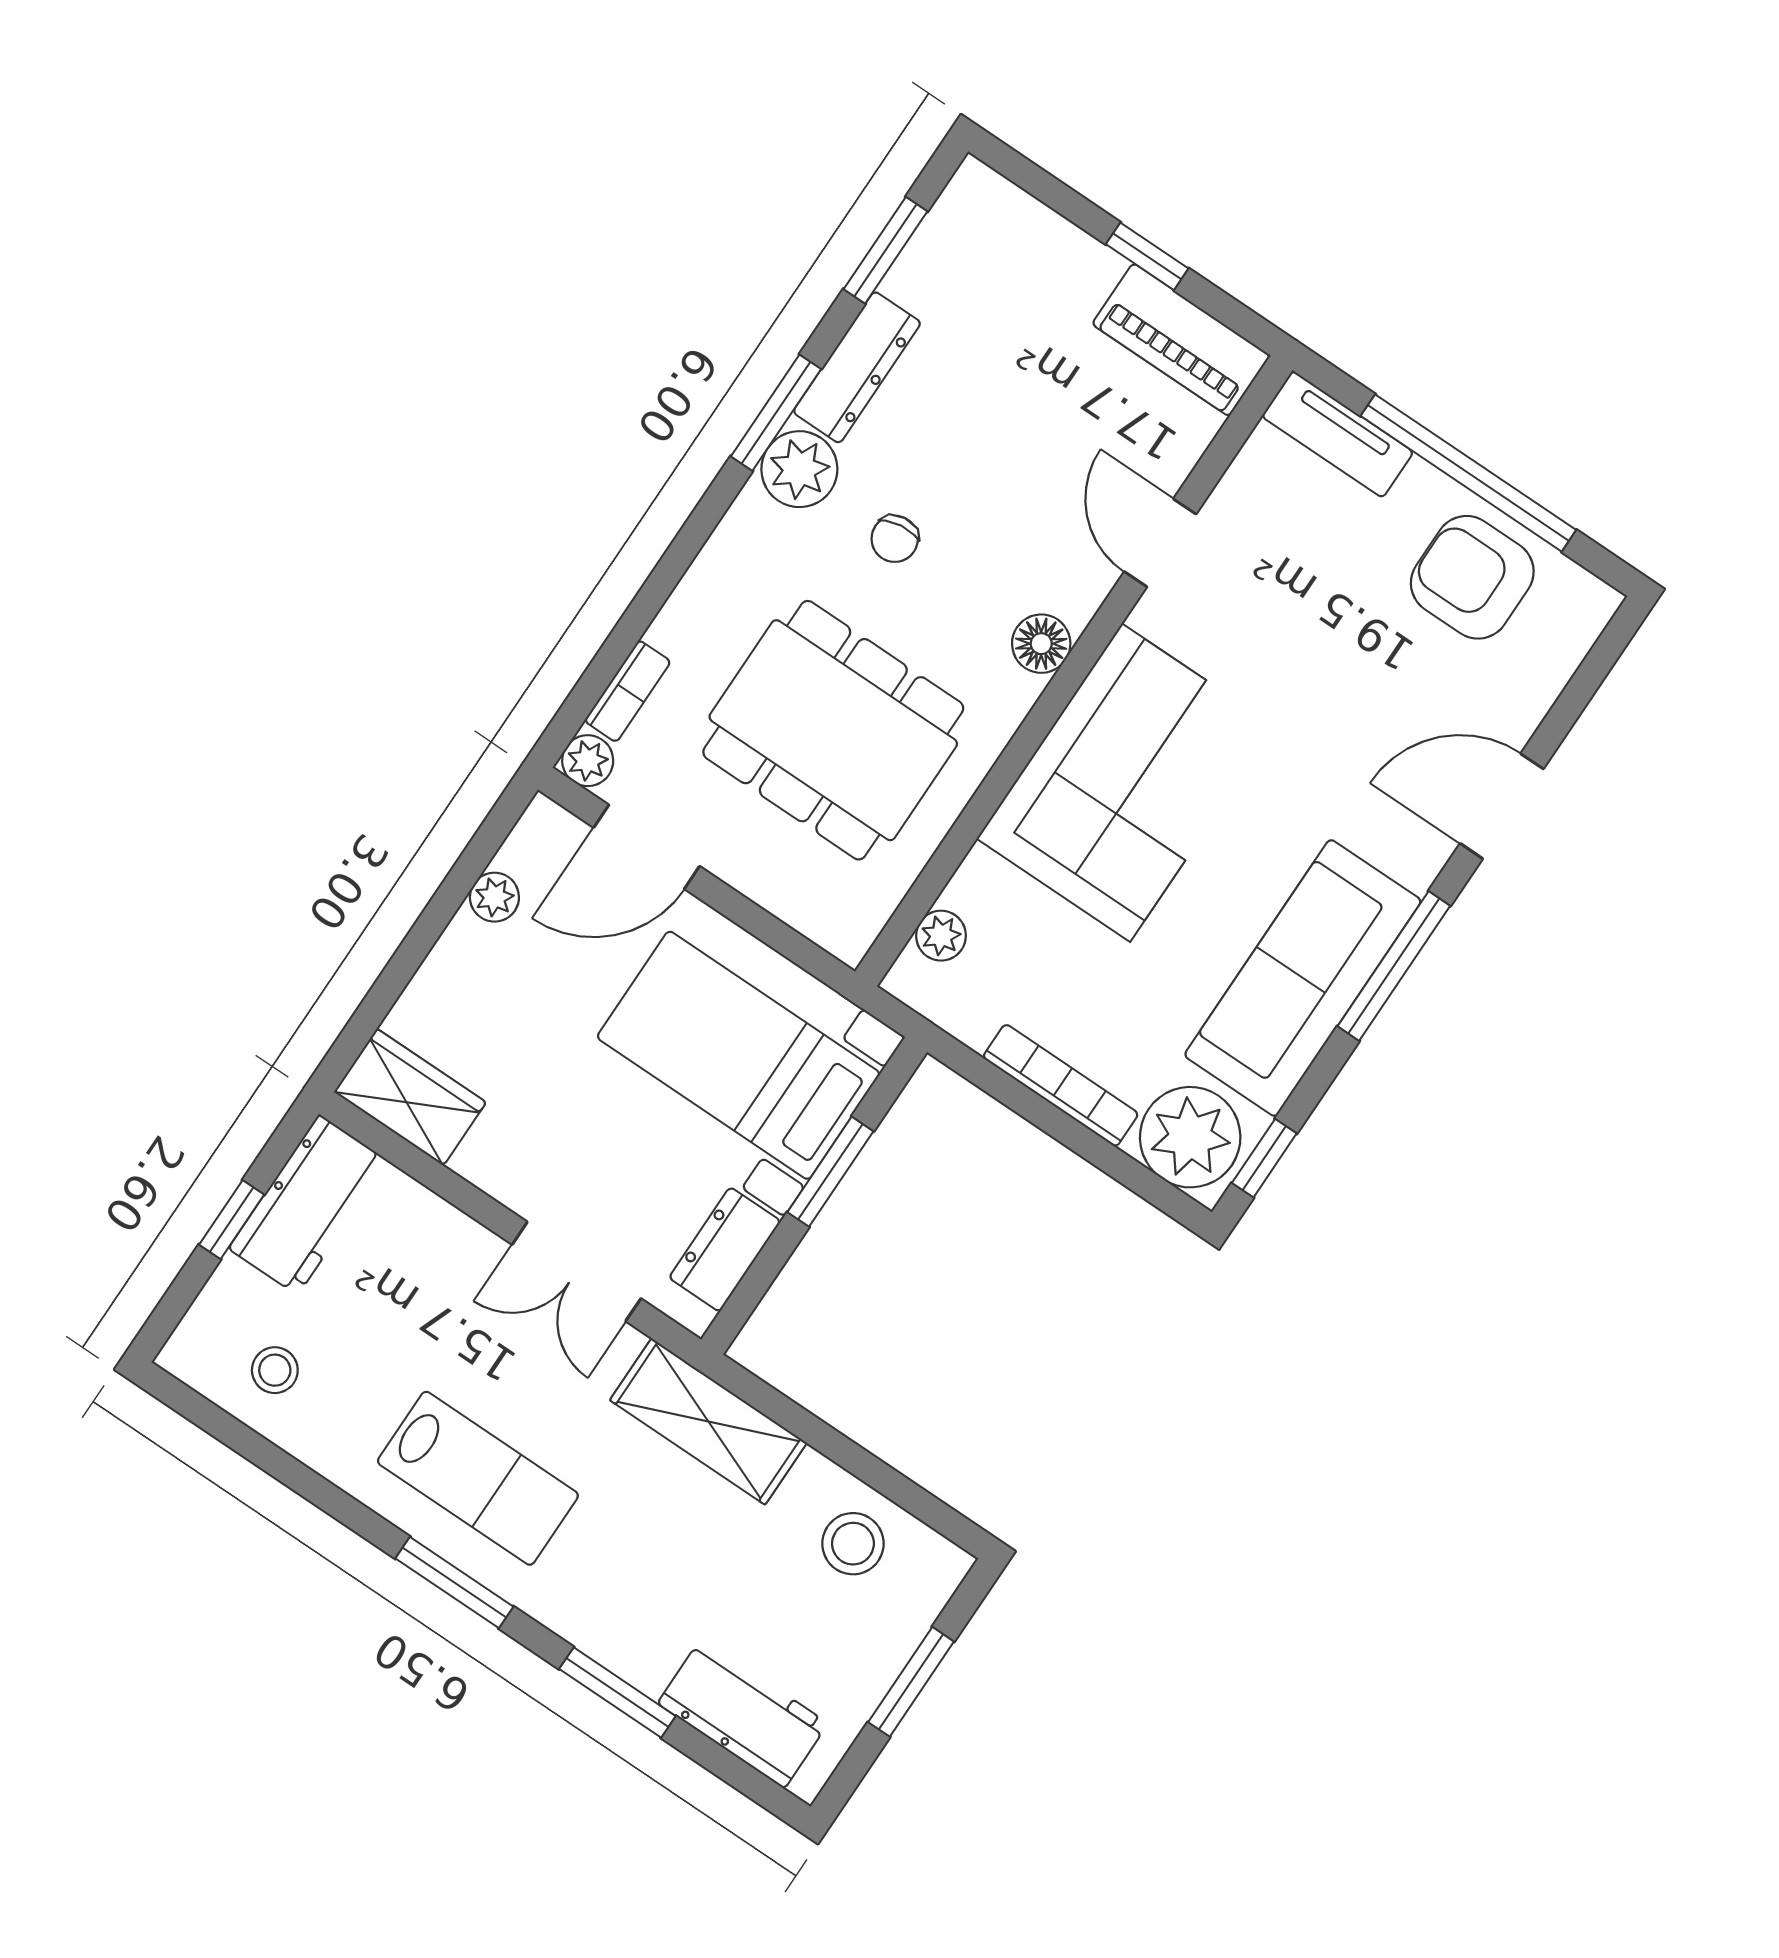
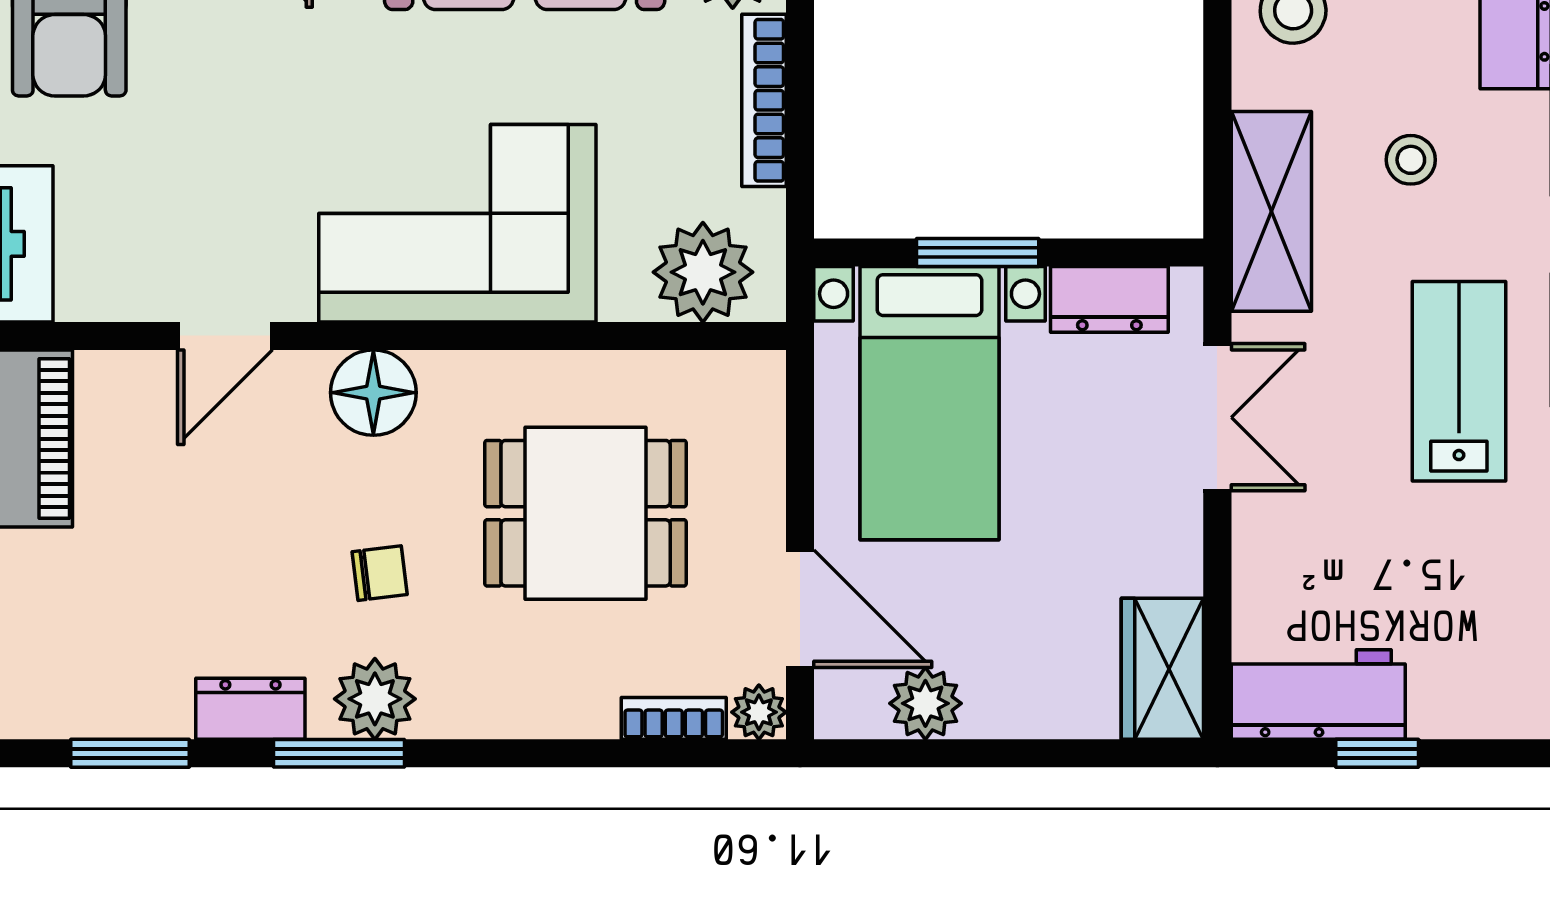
dresser: (857, 367) -> (250, 709), width x0.70
floor lamp: (1041, 644) -> (373, 393), width x1.38, depth x1.38
dining table: (833, 730) -> (586, 513), width x0.73
plant: (494, 897) -> (925, 703), width x1.38, depth x1.38
plant: (941, 936) -> (703, 272), width x1.87, depth x1.87
stool: (275, 1370) -> (1411, 160), moved

